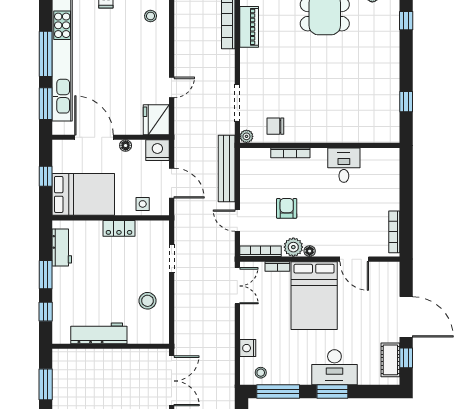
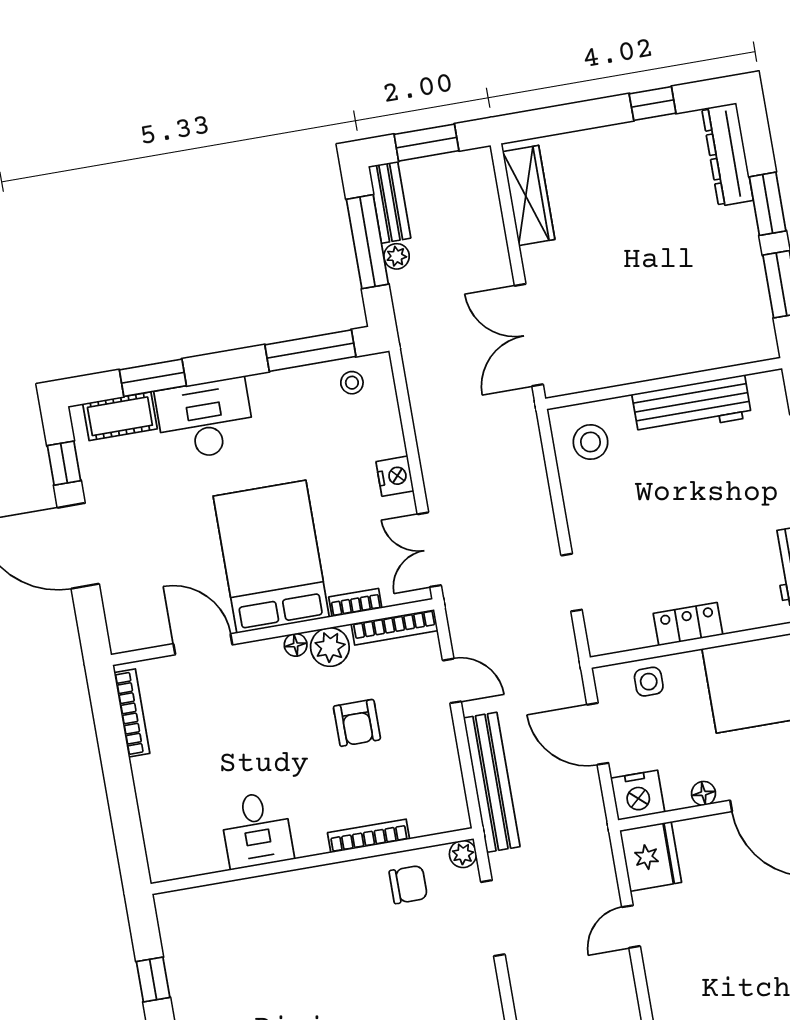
stool: (147, 301) -> (590, 442), moved
nightstand: (248, 348) -> (395, 476), moved
cot: (390, 360) -> (120, 416), moved, turned 90
window: (332, 392) -> (153, 378), moved

